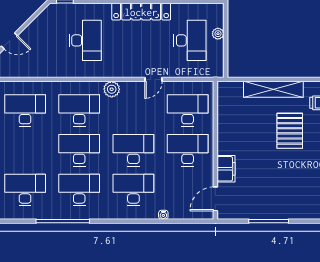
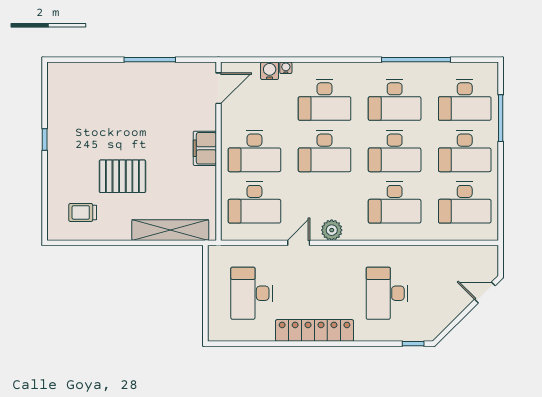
plant: (218, 34) -> (215, 302), removed
plant: (112, 89) -> (332, 230), moved
shelving: (273, 89) -> (170, 230), moved
pallet: (290, 131) -> (122, 176), turned 90
desk: (25, 150) -> (465, 151), added
filing cabinet: (226, 169) -> (205, 148), moved
water cooler: (176, 212) -> (270, 71), added

